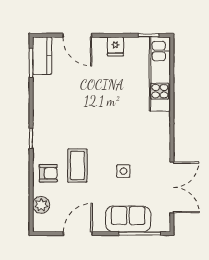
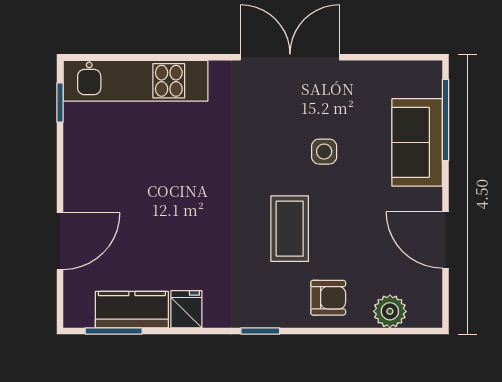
fridge: (115, 46) -> (186, 309), moved, turned -90
kitchen counter: (42, 56) -> (132, 310), moved
coffee table: (77, 166) -> (290, 229), moved, turned 90
armchair: (48, 173) -> (328, 298), turned 90
double door: (172, 187) -> (290, 57), moved

